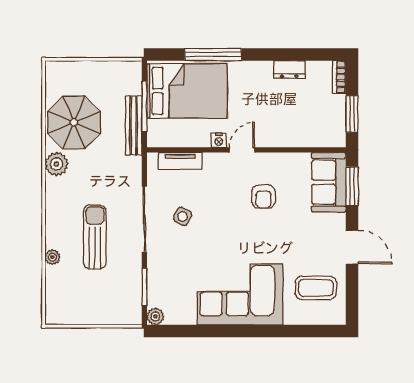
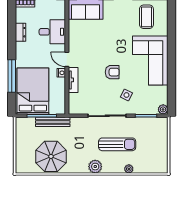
desk: (290, 125) -> (52, 32), added
tv unit: (180, 161) -> (73, 80), moved
plant: (56, 164) -> (95, 167), moved
armchair: (263, 197) -> (112, 72), moved
side table: (182, 216) -> (126, 95), moved
sun lounger: (95, 237) -> (117, 144), turned 180

